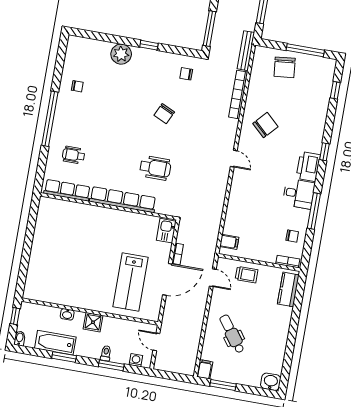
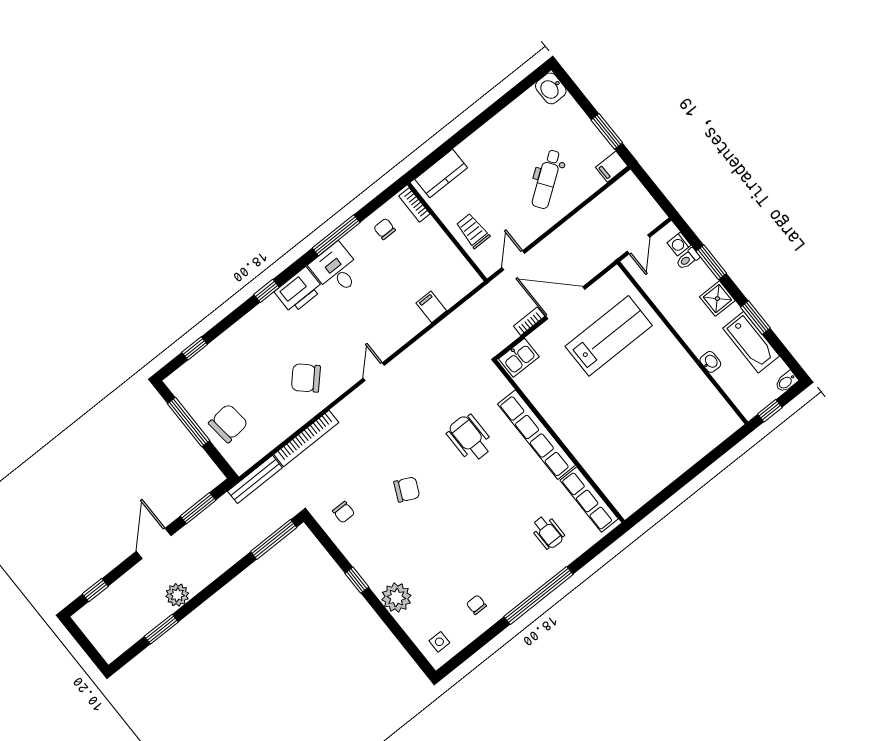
side table: (79, 51) -> (439, 642), added
filing cabinet: (229, 242) -> (431, 307), moved
shower: (93, 322) -> (717, 299), moved
toilet: (106, 353) -> (688, 259), moved

